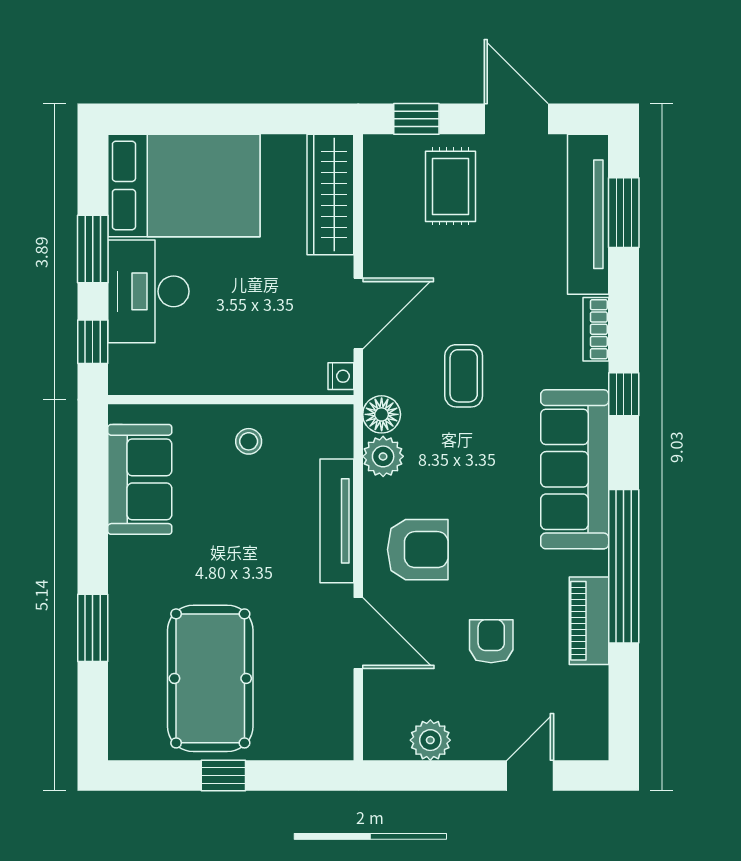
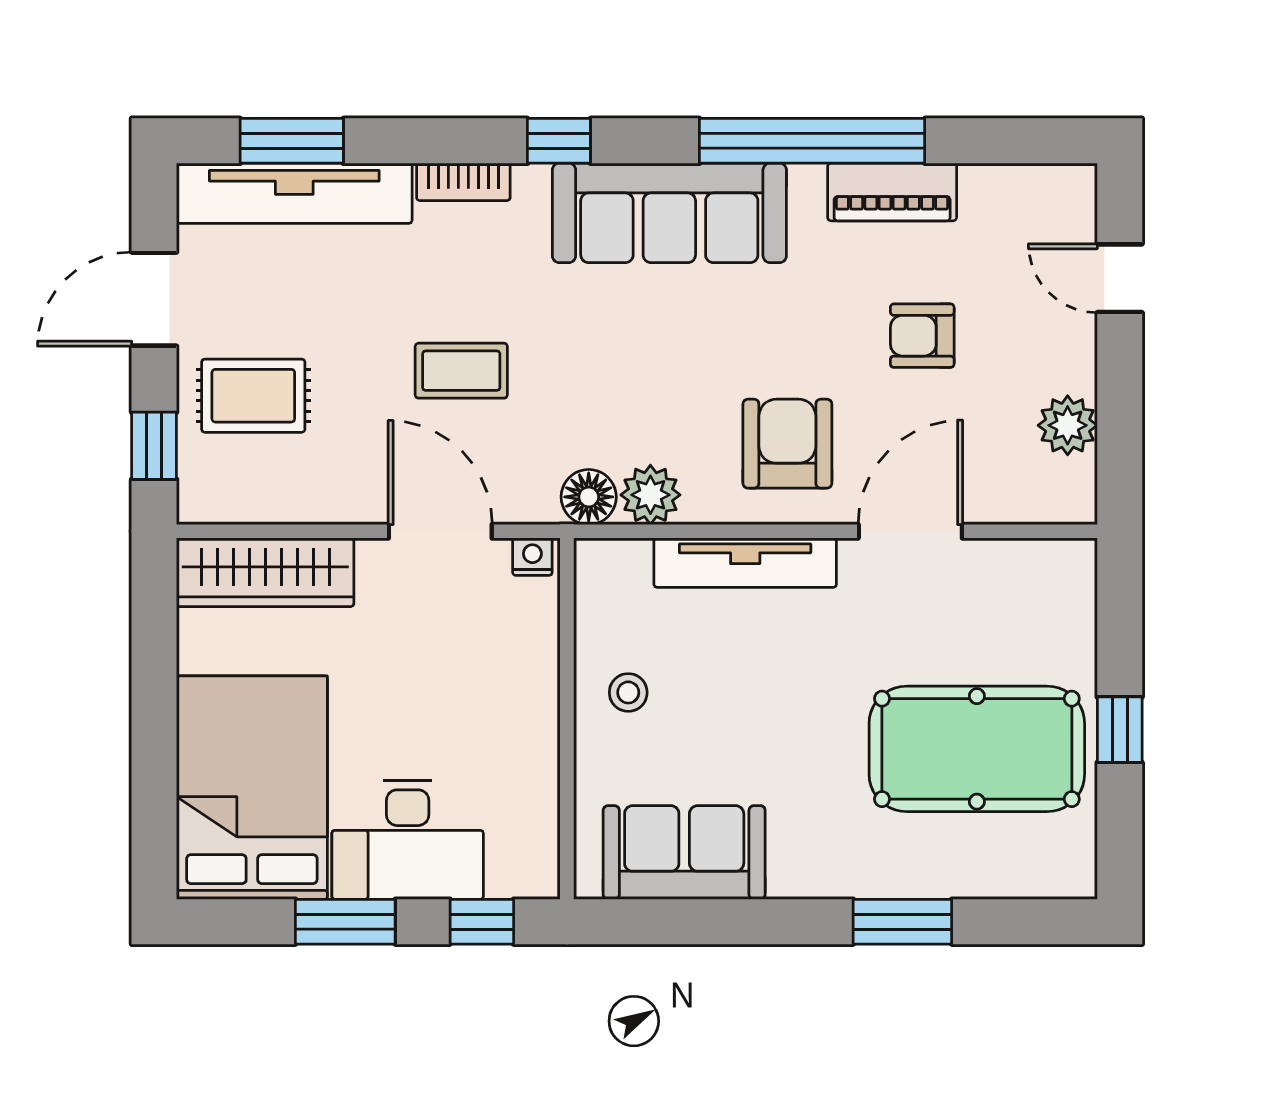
coffee table: (464, 376) -> (461, 371), moved

